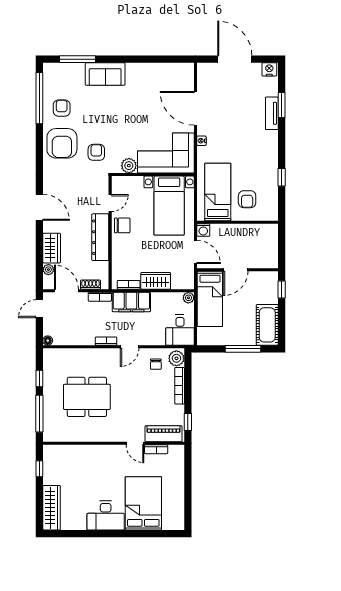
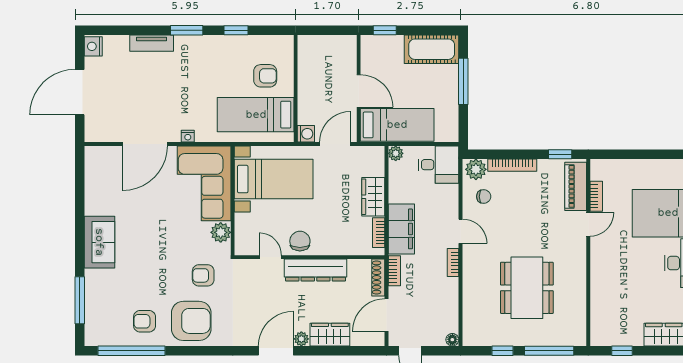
sofa: (105, 74) -> (99, 242), moved
window: (282, 105) -> (187, 30), moved
plant: (48, 270) -> (301, 339), moved
shoe rack: (90, 285) -> (378, 278), width x1.43

